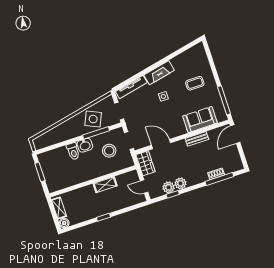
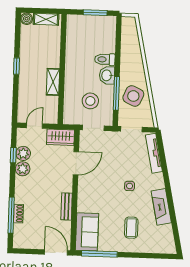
fireplace: (159, 73) -> (161, 207), moved
sofa: (200, 120) -> (87, 232), moved

